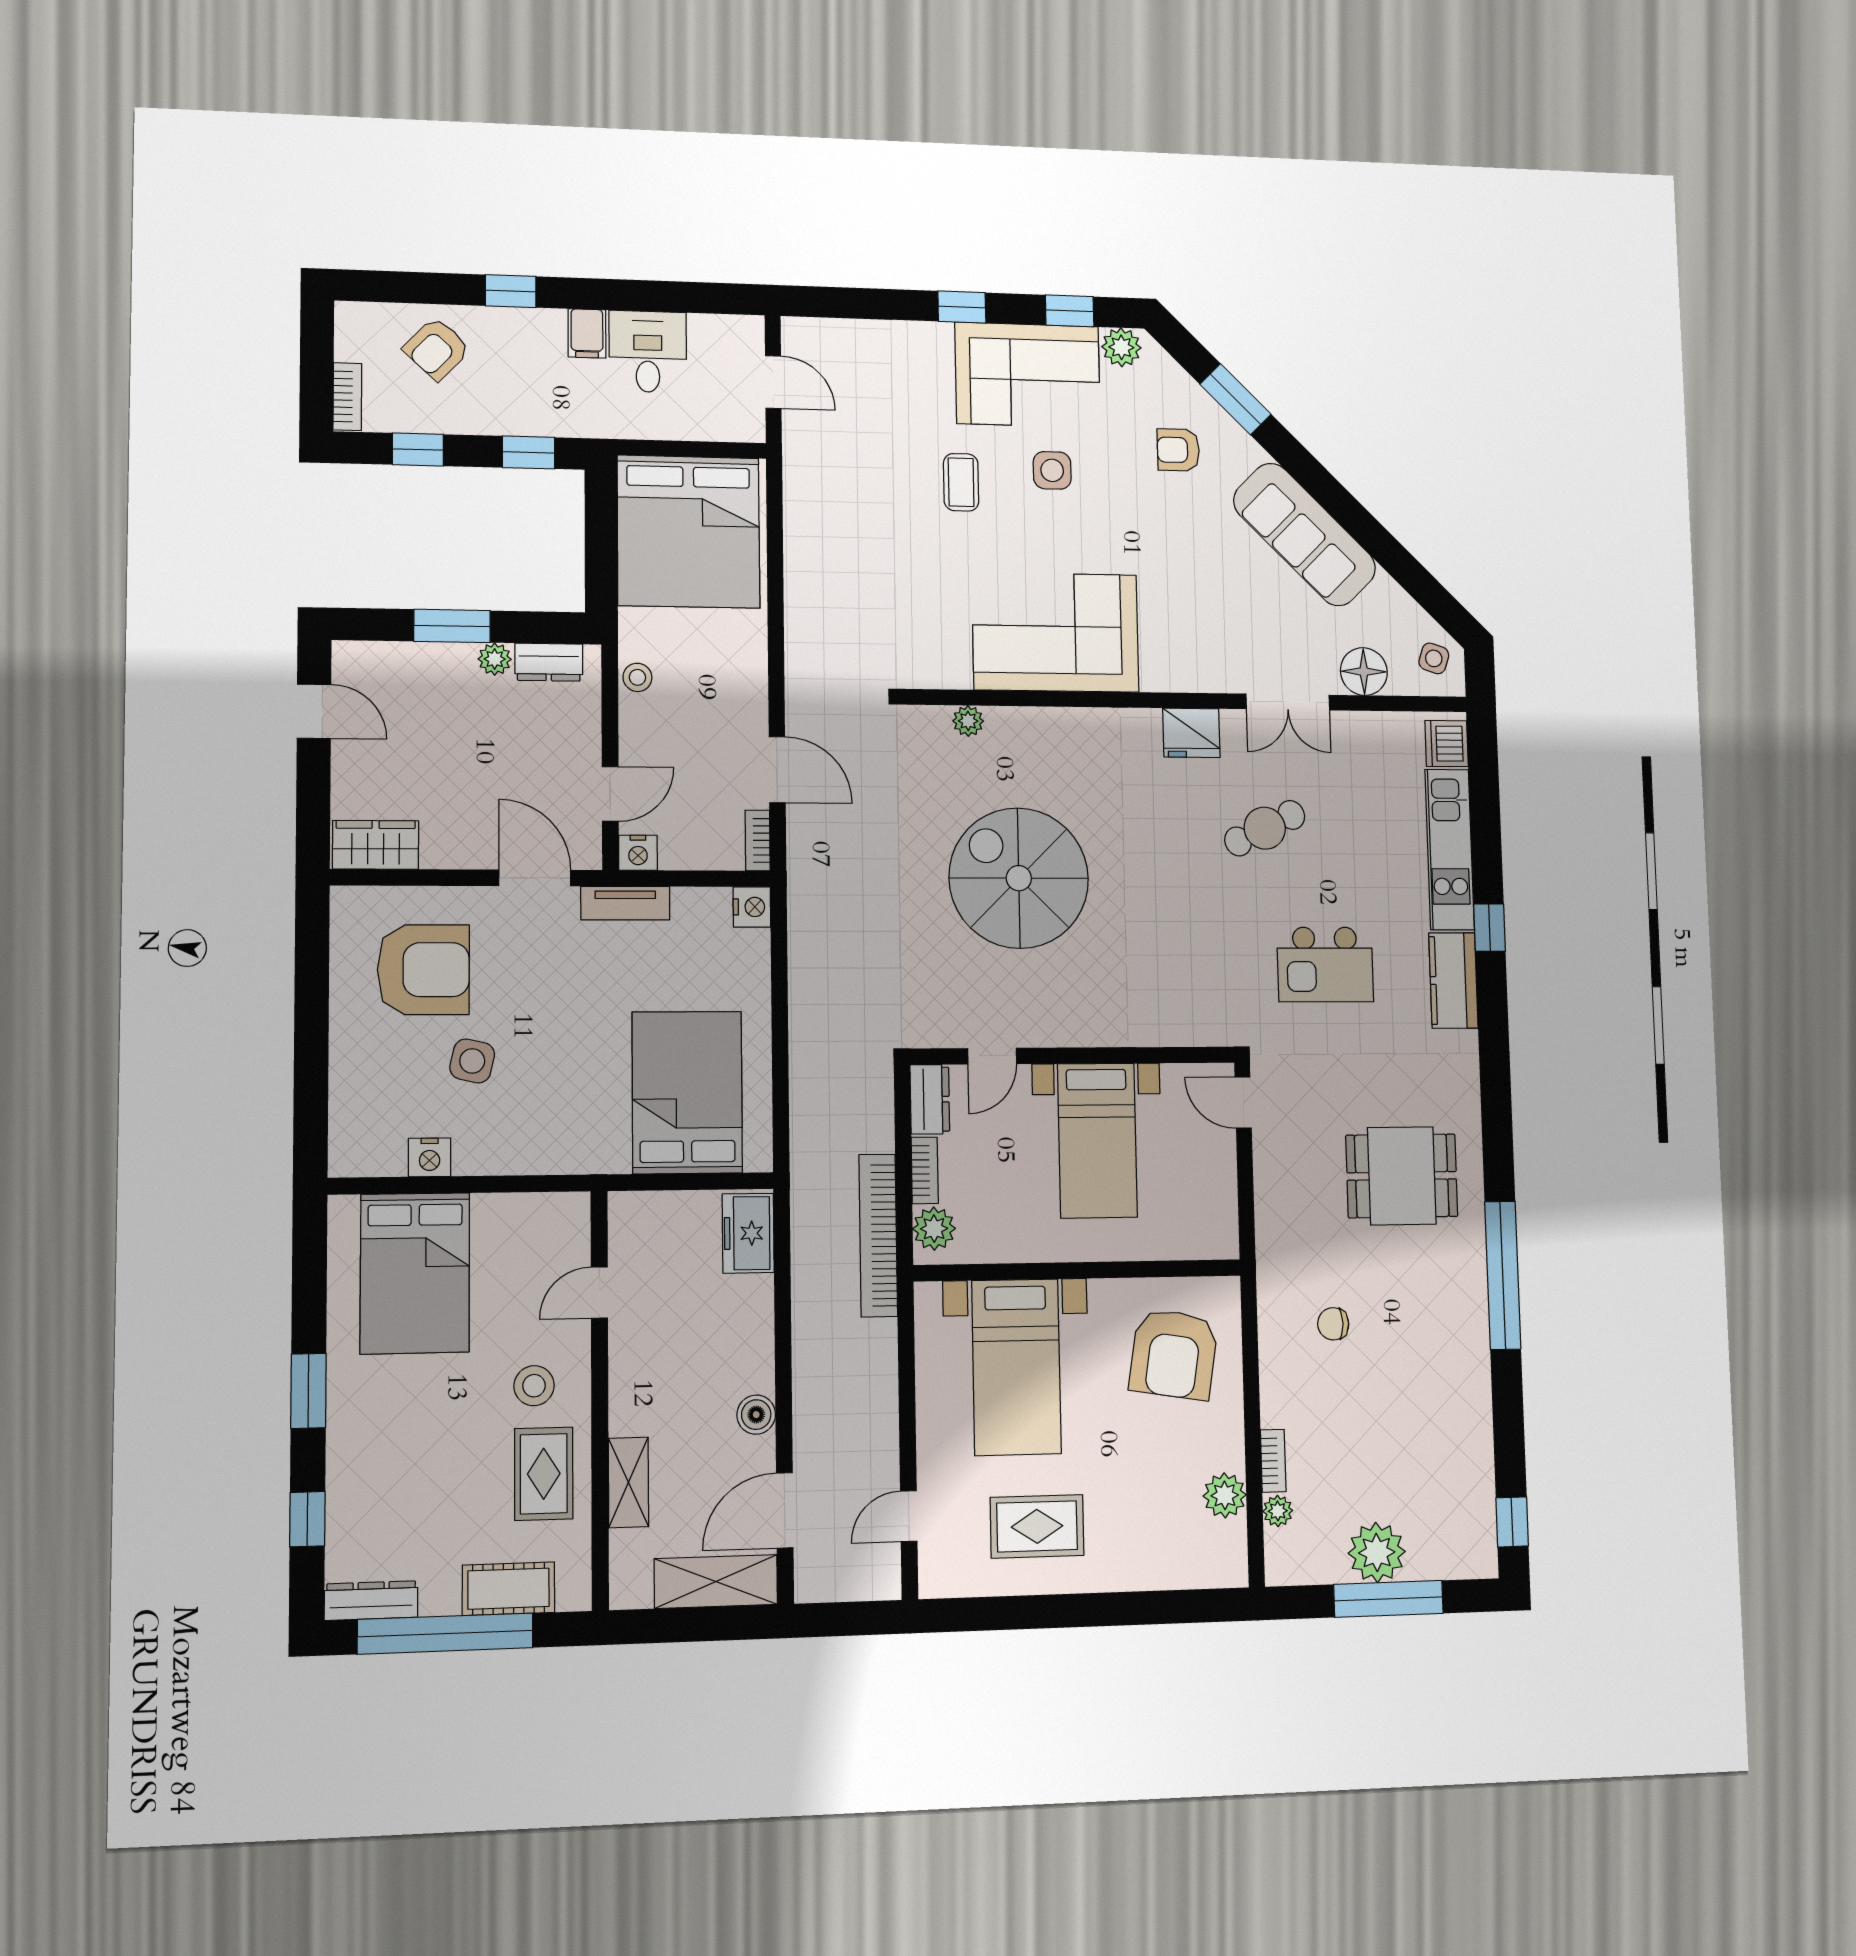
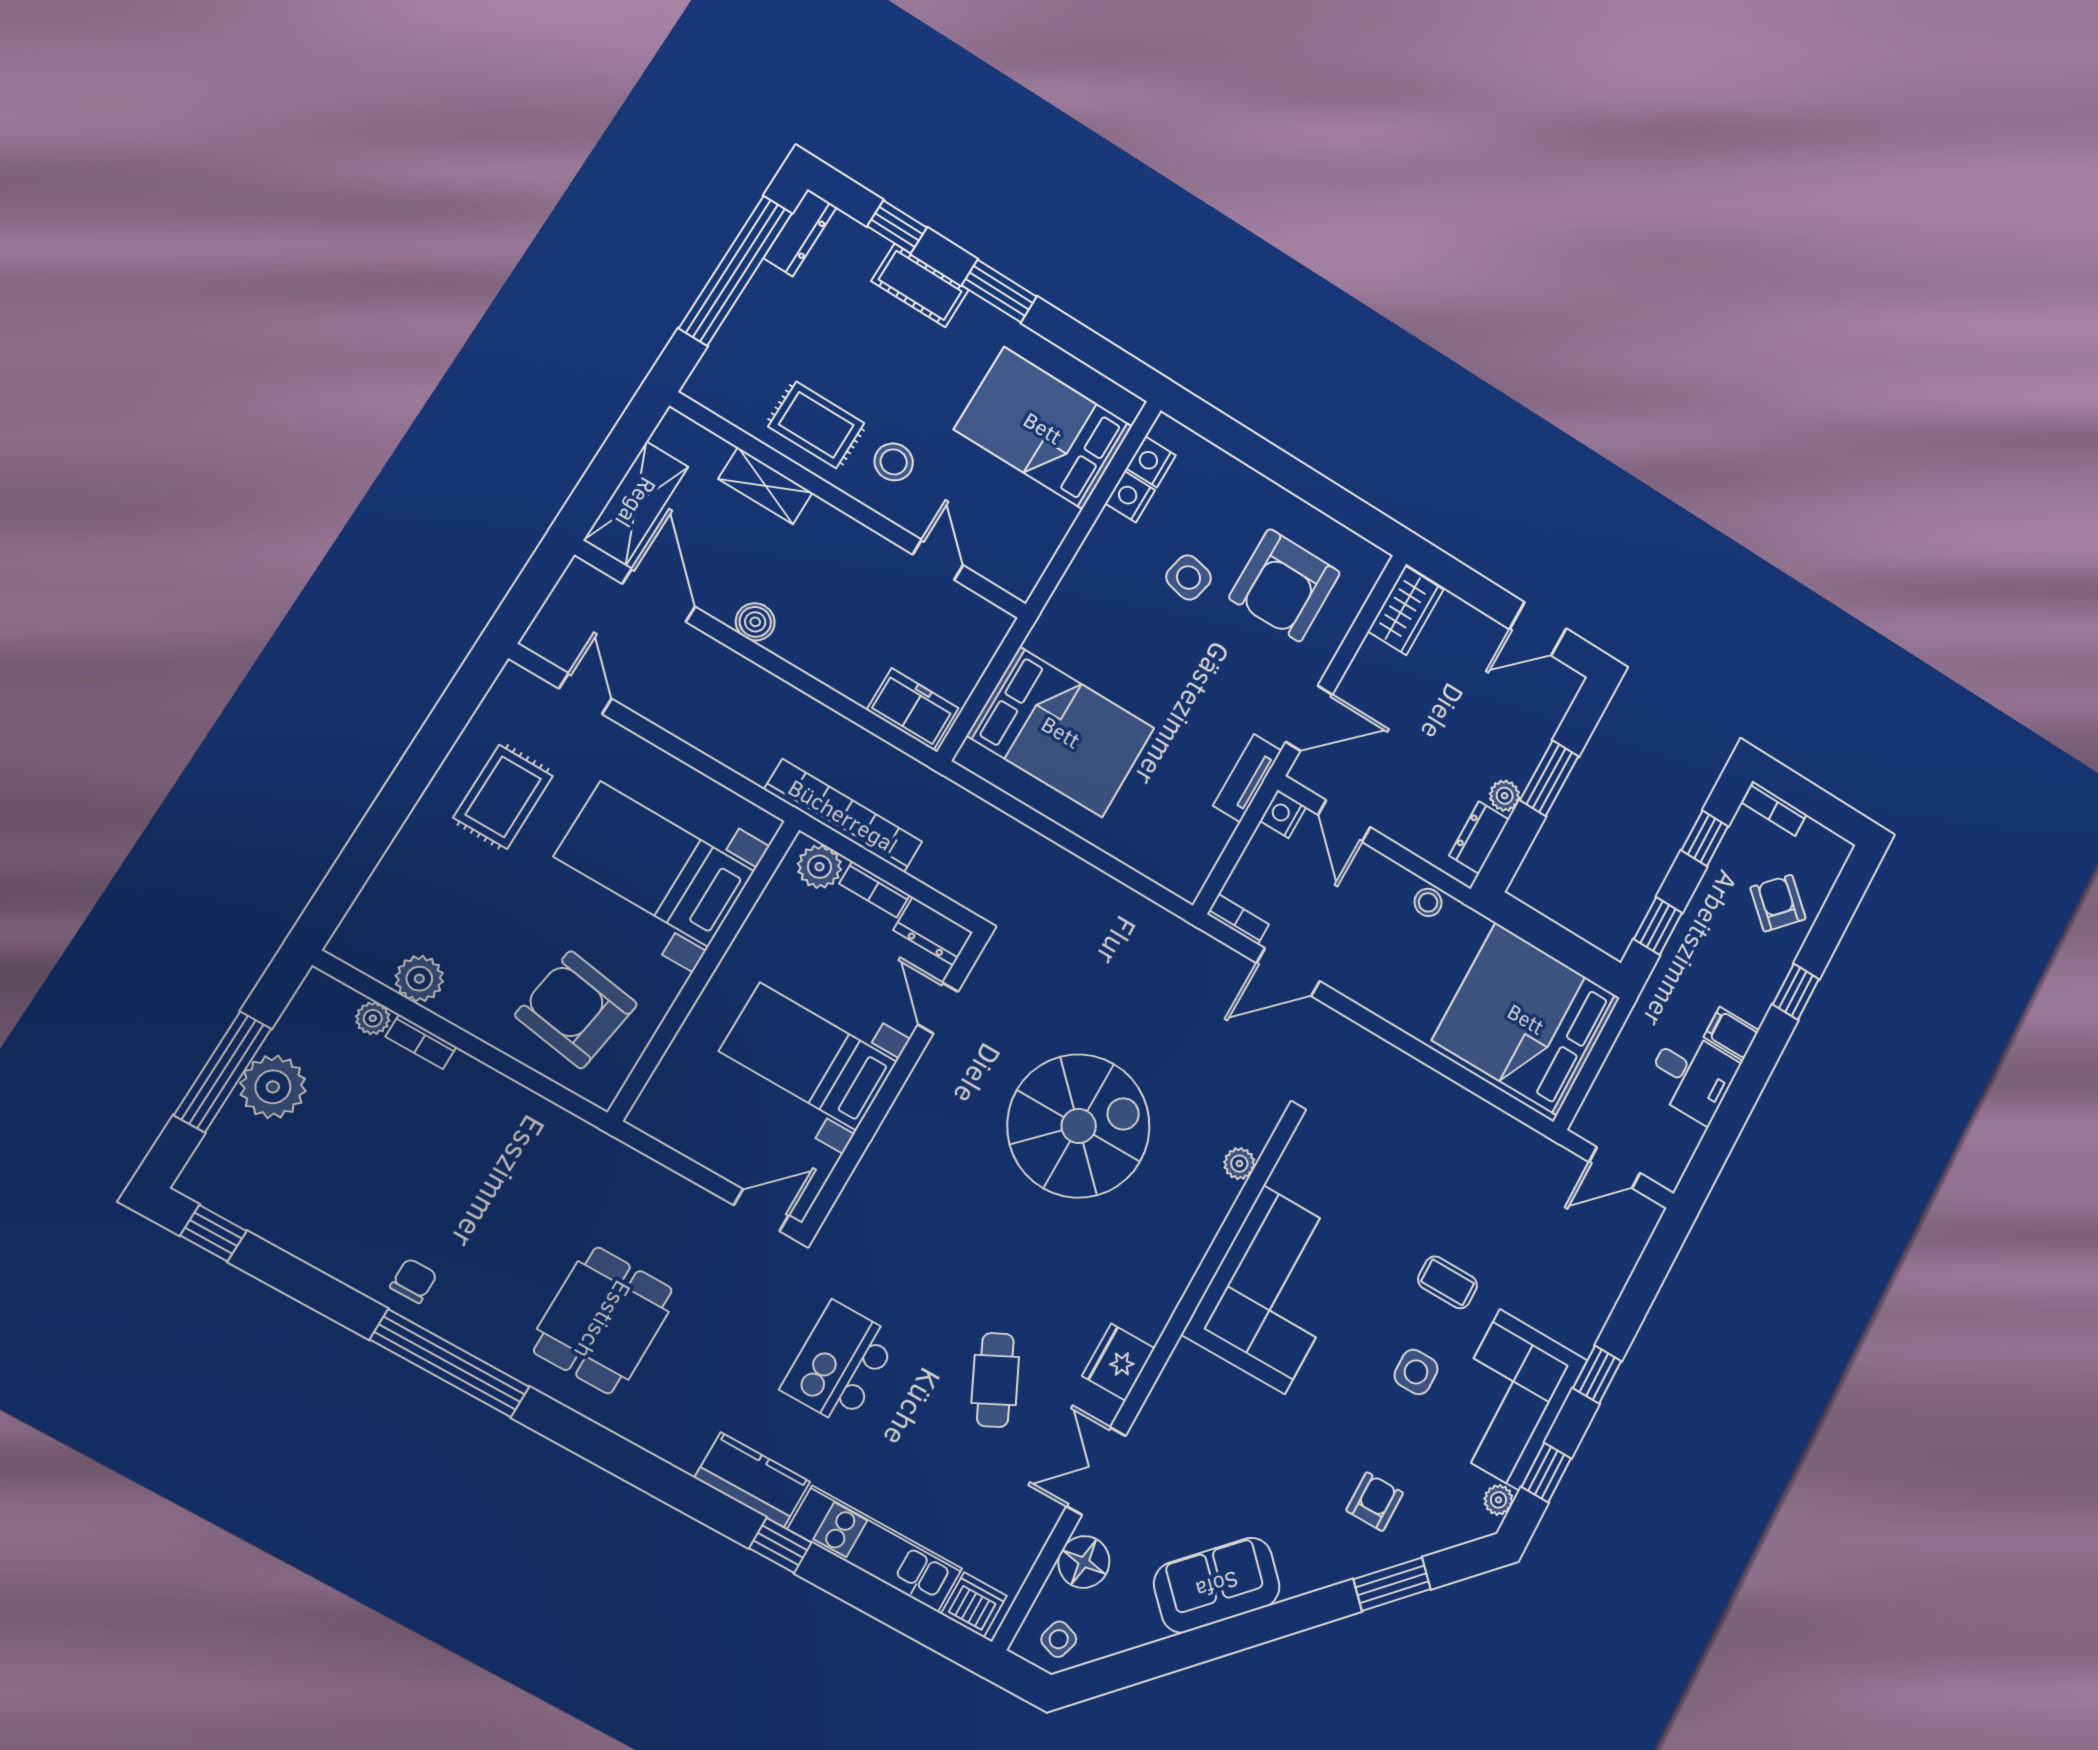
plant: (1121, 347) -> (1499, 1500), width x0.73, depth x0.73
sofa: (1305, 534) -> (1217, 1585), width x0.73
nightstand: (752, 907) -> (1151, 462), moved, turned 90
chair: (1333, 1324) -> (414, 1281), moved
cot: (509, 1589) -> (920, 285), moved, turned 90

